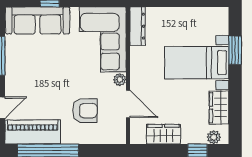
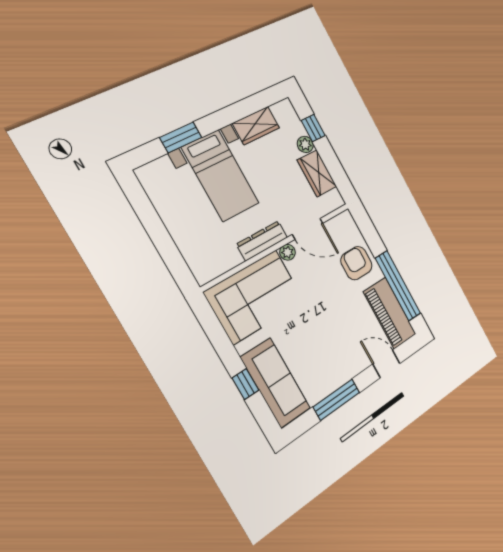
dresser: (138, 26) -> (262, 241), moved
door: (128, 104) -> (308, 229), swing flipped
armchair: (85, 111) -> (356, 263), moved
plant: (214, 137) -> (305, 144), moved

